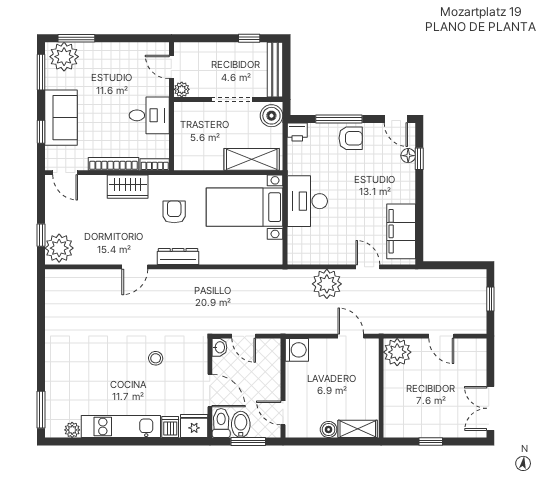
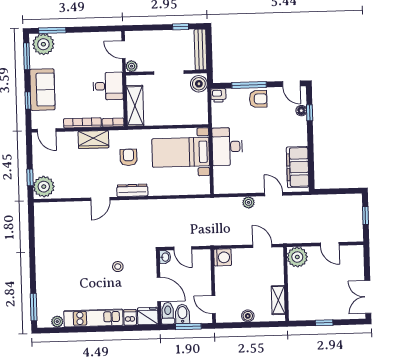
shelving: (252, 159) -> (135, 106), moved, turned 90
plant: (327, 284) -> (248, 202), width x0.53, depth x0.53
shelving: (358, 429) -> (278, 300), moved, turned 90

